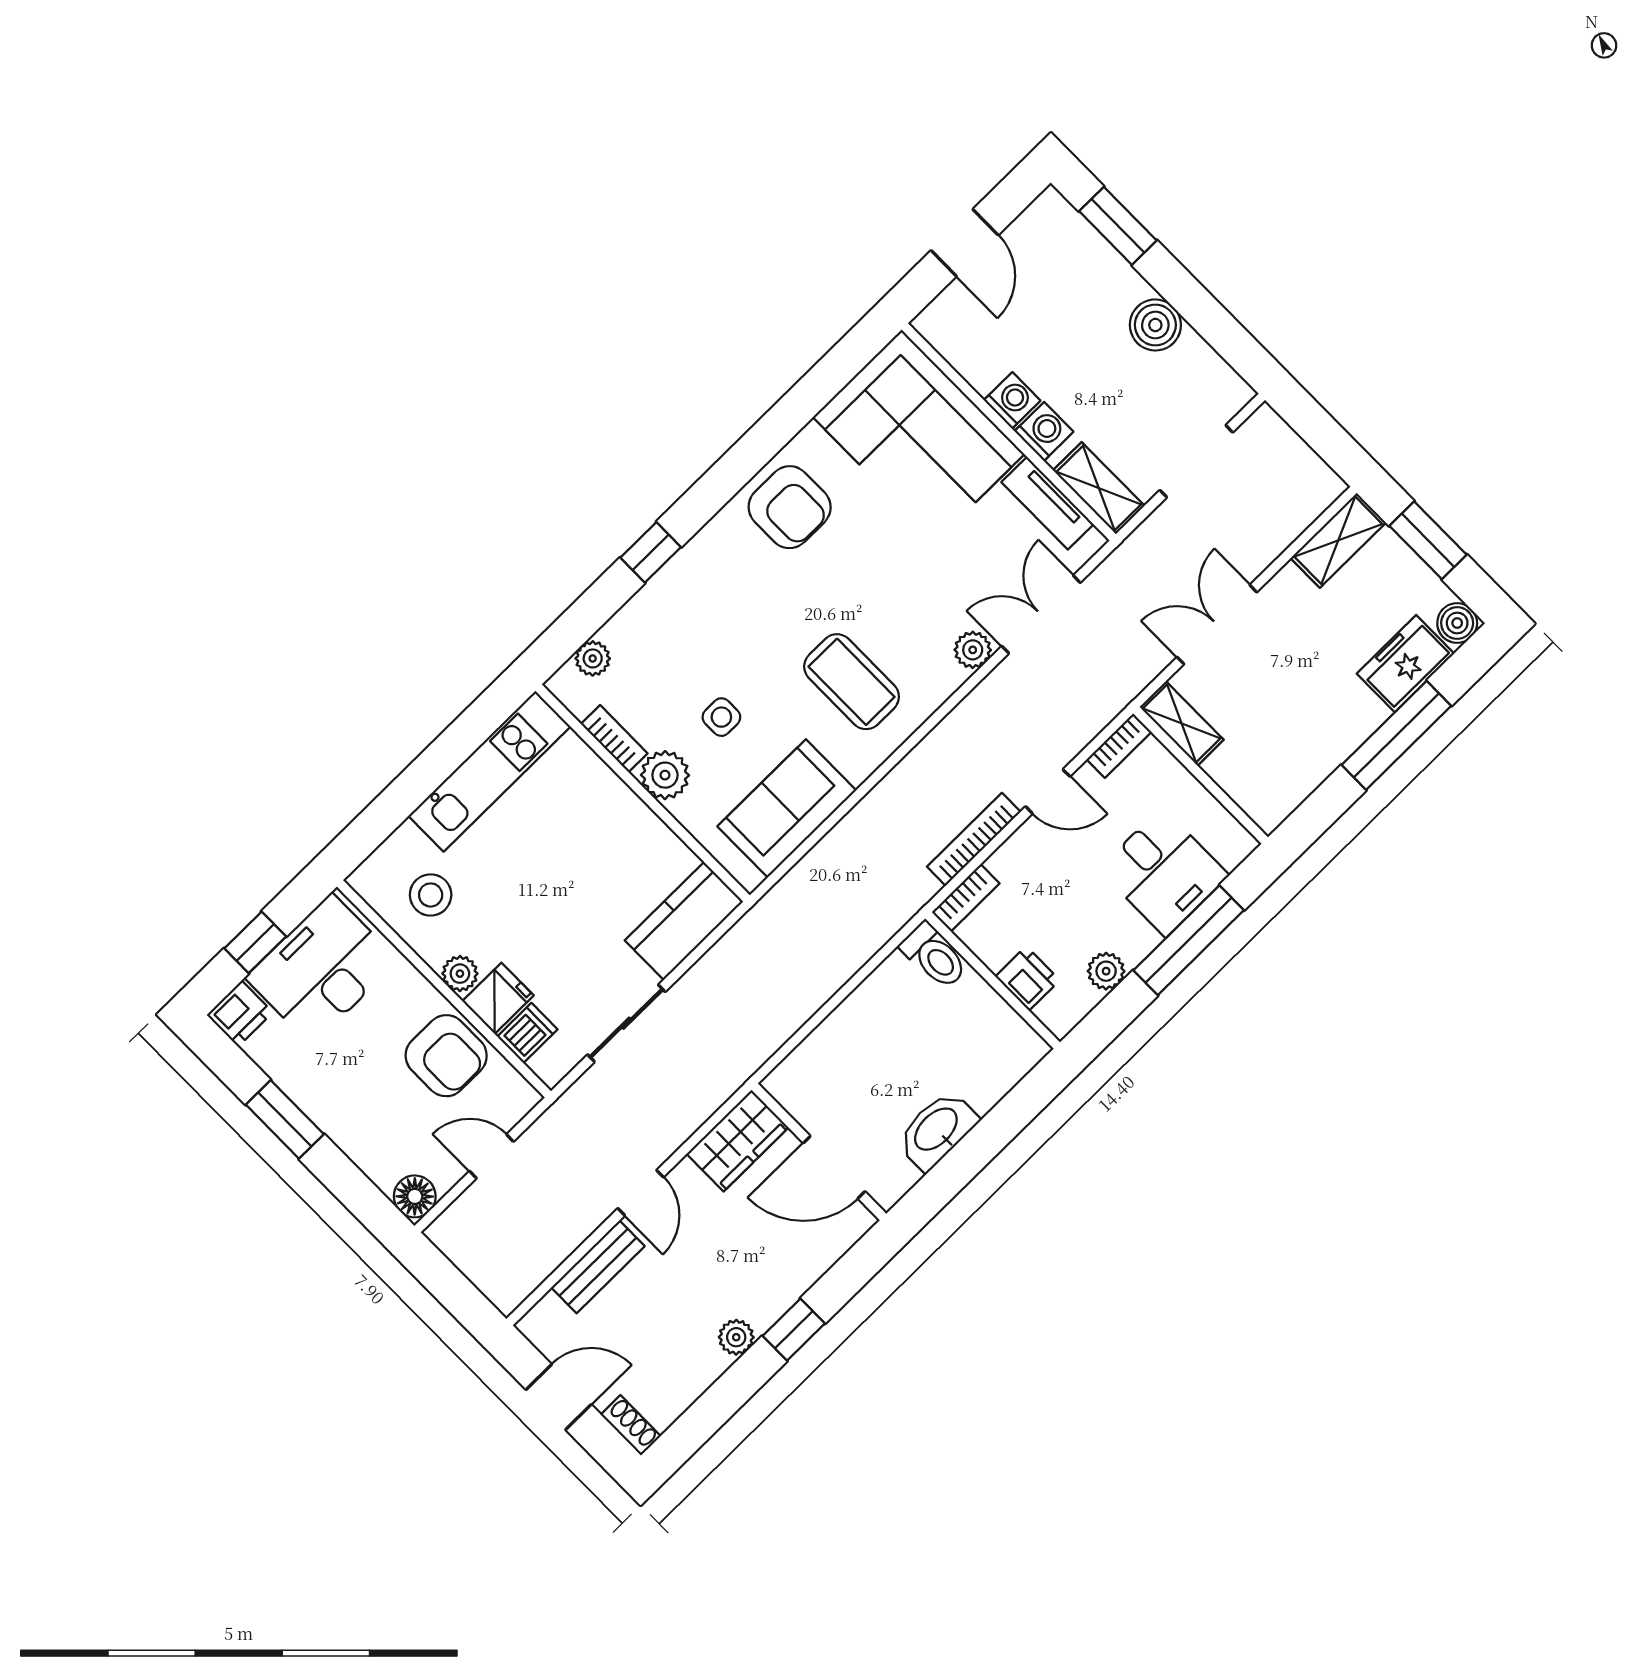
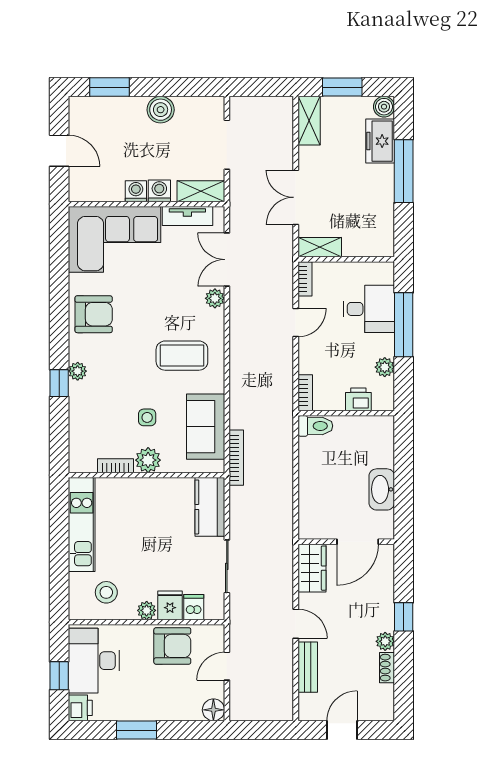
plant: (593, 658) -> (78, 371), moved
bookcase: (974, 839) -> (236, 458), moved, turned 180
shoe rack: (631, 1425) -> (387, 668), moved, turned -90

